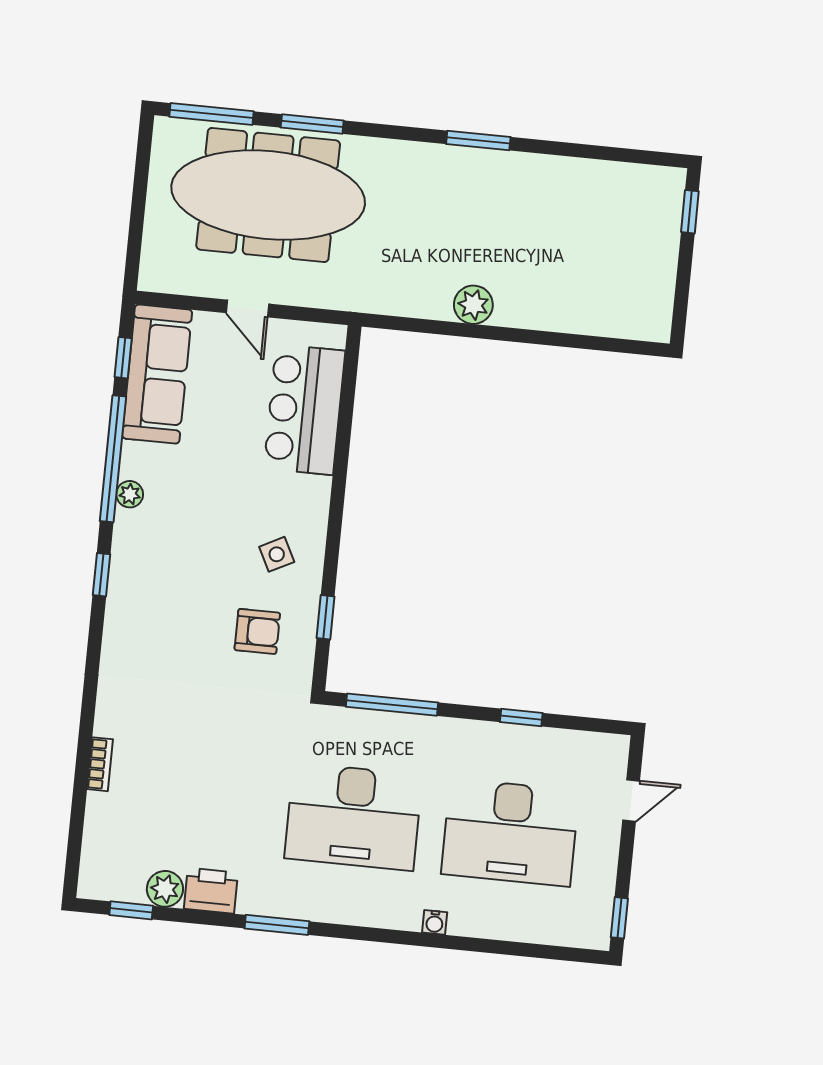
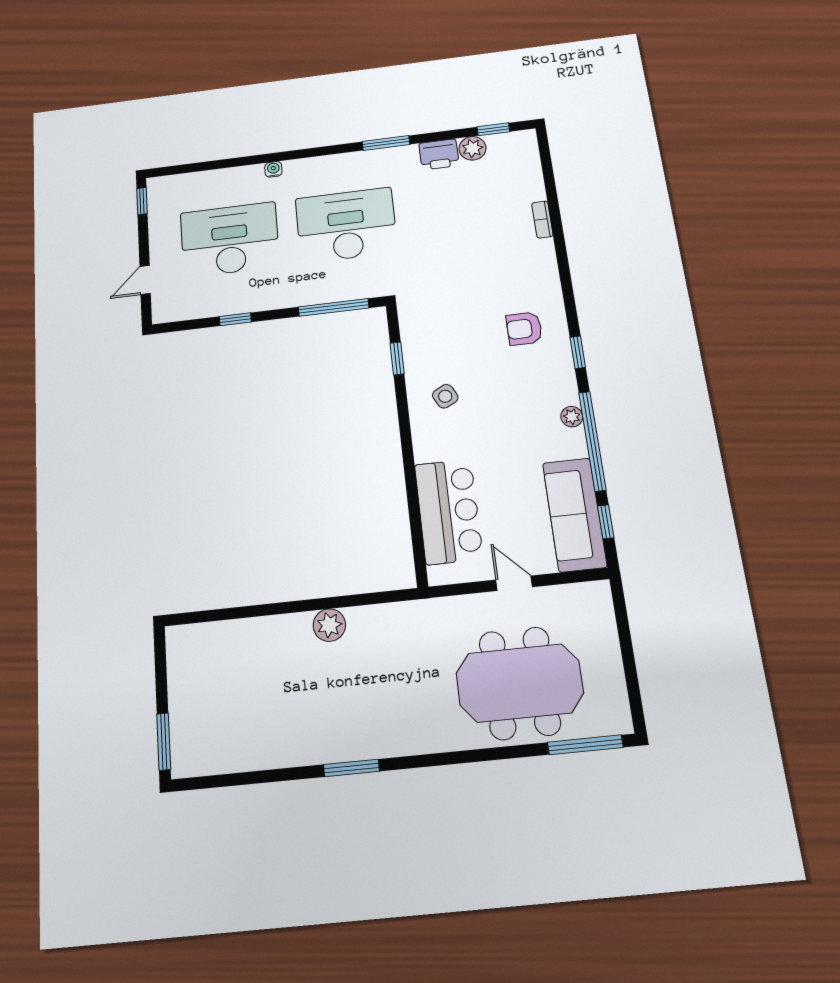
window: (312, 124) -> (497, 754), removed
meeting table: (268, 195) -> (520, 683), width x0.73
window: (690, 212) -> (164, 742), width x1.50
armchair: (257, 631) -> (524, 329), moved

